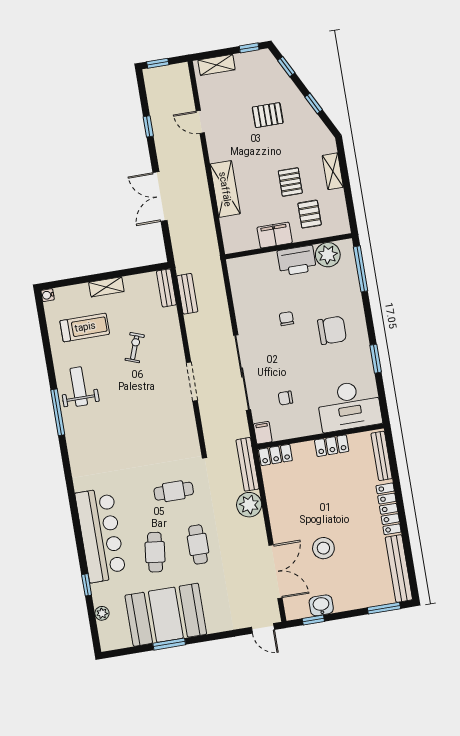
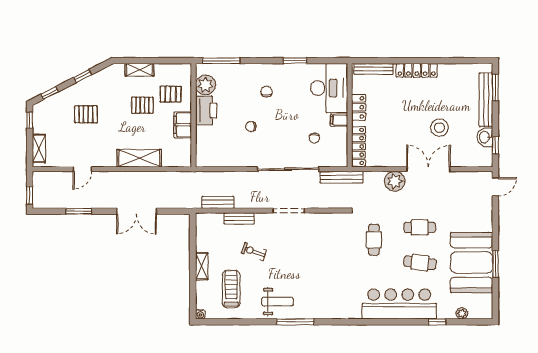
pallet: (268, 115) -> (86, 114), turned 90
window: (148, 126) -> (79, 211), width x1.50
bench: (166, 288) -> (239, 218), moved
chair: (332, 330) -> (266, 92), width x0.54, depth x0.54
weight bench: (79, 387) -> (278, 302), turned 180
filing cabinet: (263, 433) -> (339, 120), moved
locker: (275, 455) -> (359, 146), width x1.53
bench: (247, 464) -> (342, 177), moved
bench: (399, 568) -> (486, 100), moved, turned 90
double door: (275, 572) -> (428, 169), moved

